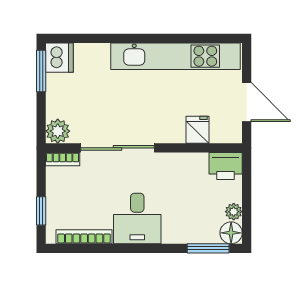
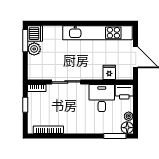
plant: (58, 131) -> (34, 49), moved
sliding door: (118, 148) -> (66, 82), width x0.73
window: (41, 211) -> (25, 105), moved
desk: (137, 218) -> (102, 98), moved, turned 180

